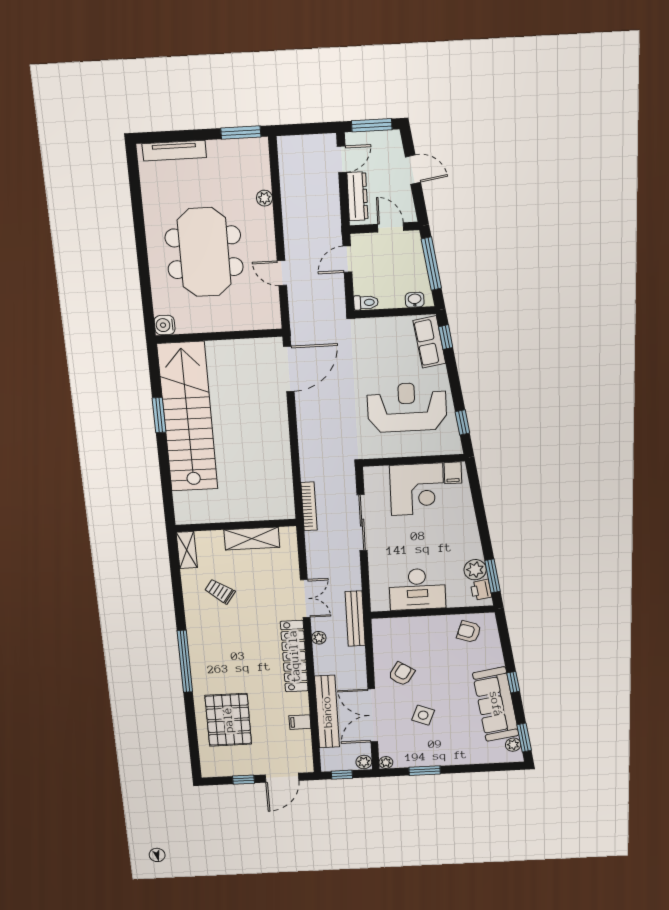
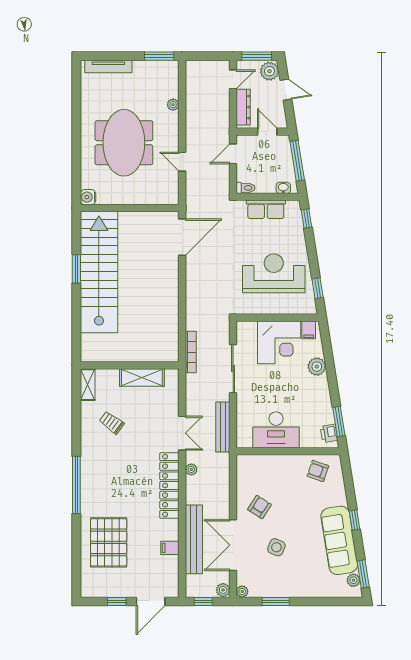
plant: (390, 145) -> (269, 71), added
row of seats: (429, 342) -> (266, 209), moved, turned -81
plant: (475, 570) -> (317, 367), moved
bench: (355, 619) -> (223, 427), moved

